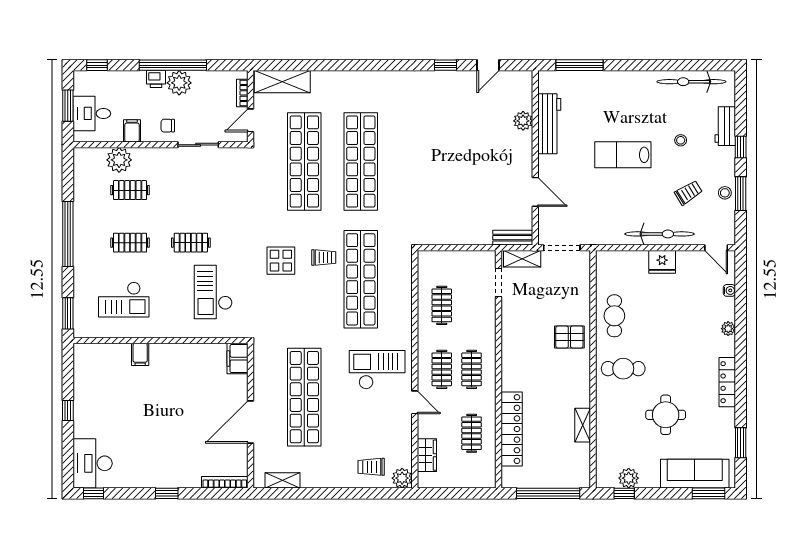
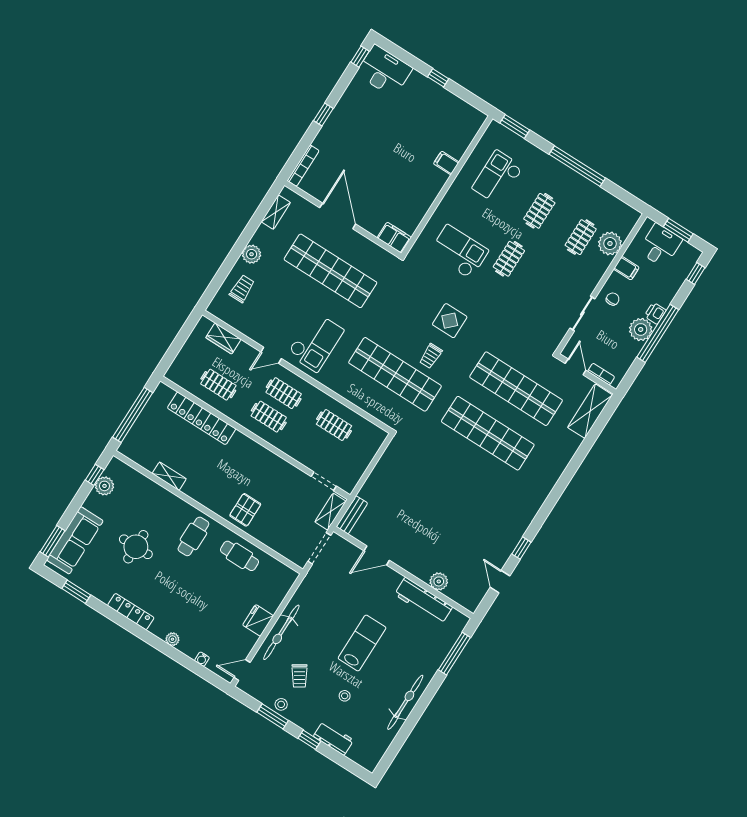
bicycle: (691, 82) -> (405, 702), moved
plant: (402, 478) -> (252, 254), moved

